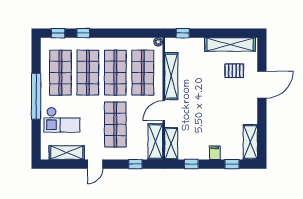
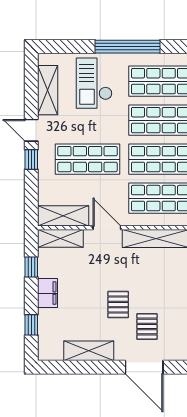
pallet: (234, 71) -> (147, 326), moved
pallet: (218, 103) -> (118, 305), added
shelving: (250, 142) -> (89, 351), moved
filing cabinet: (215, 153) -> (48, 293), width x2.00
window: (135, 164) -> (31, 160), moved

